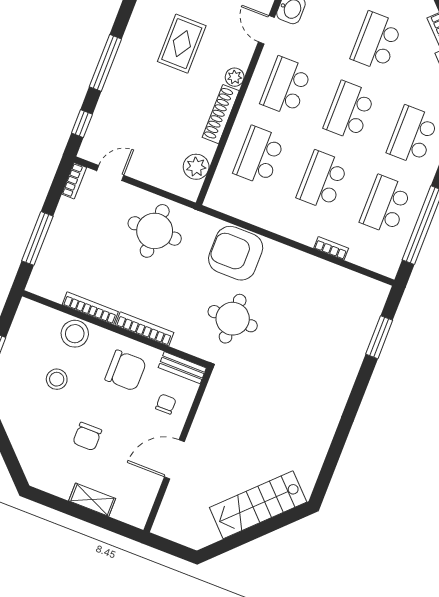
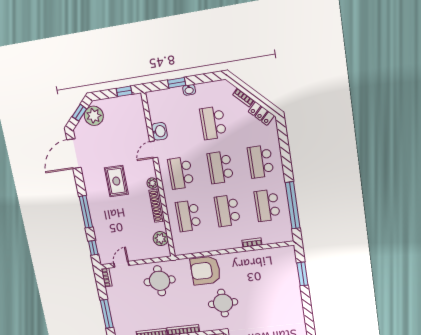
door: (266, 30) -> (154, 150), hinge flipped

